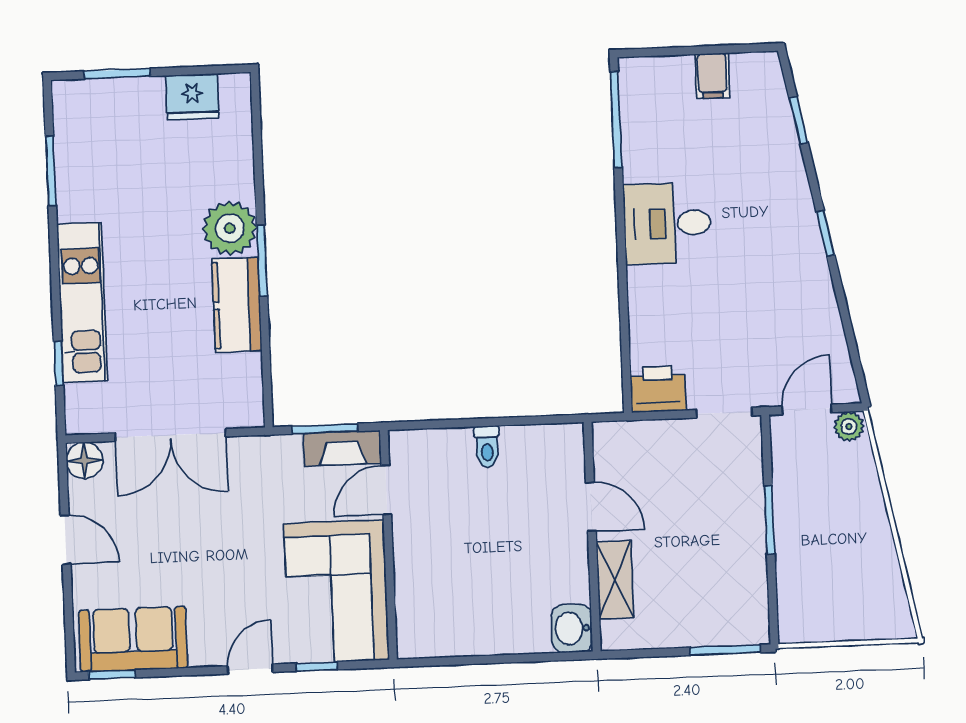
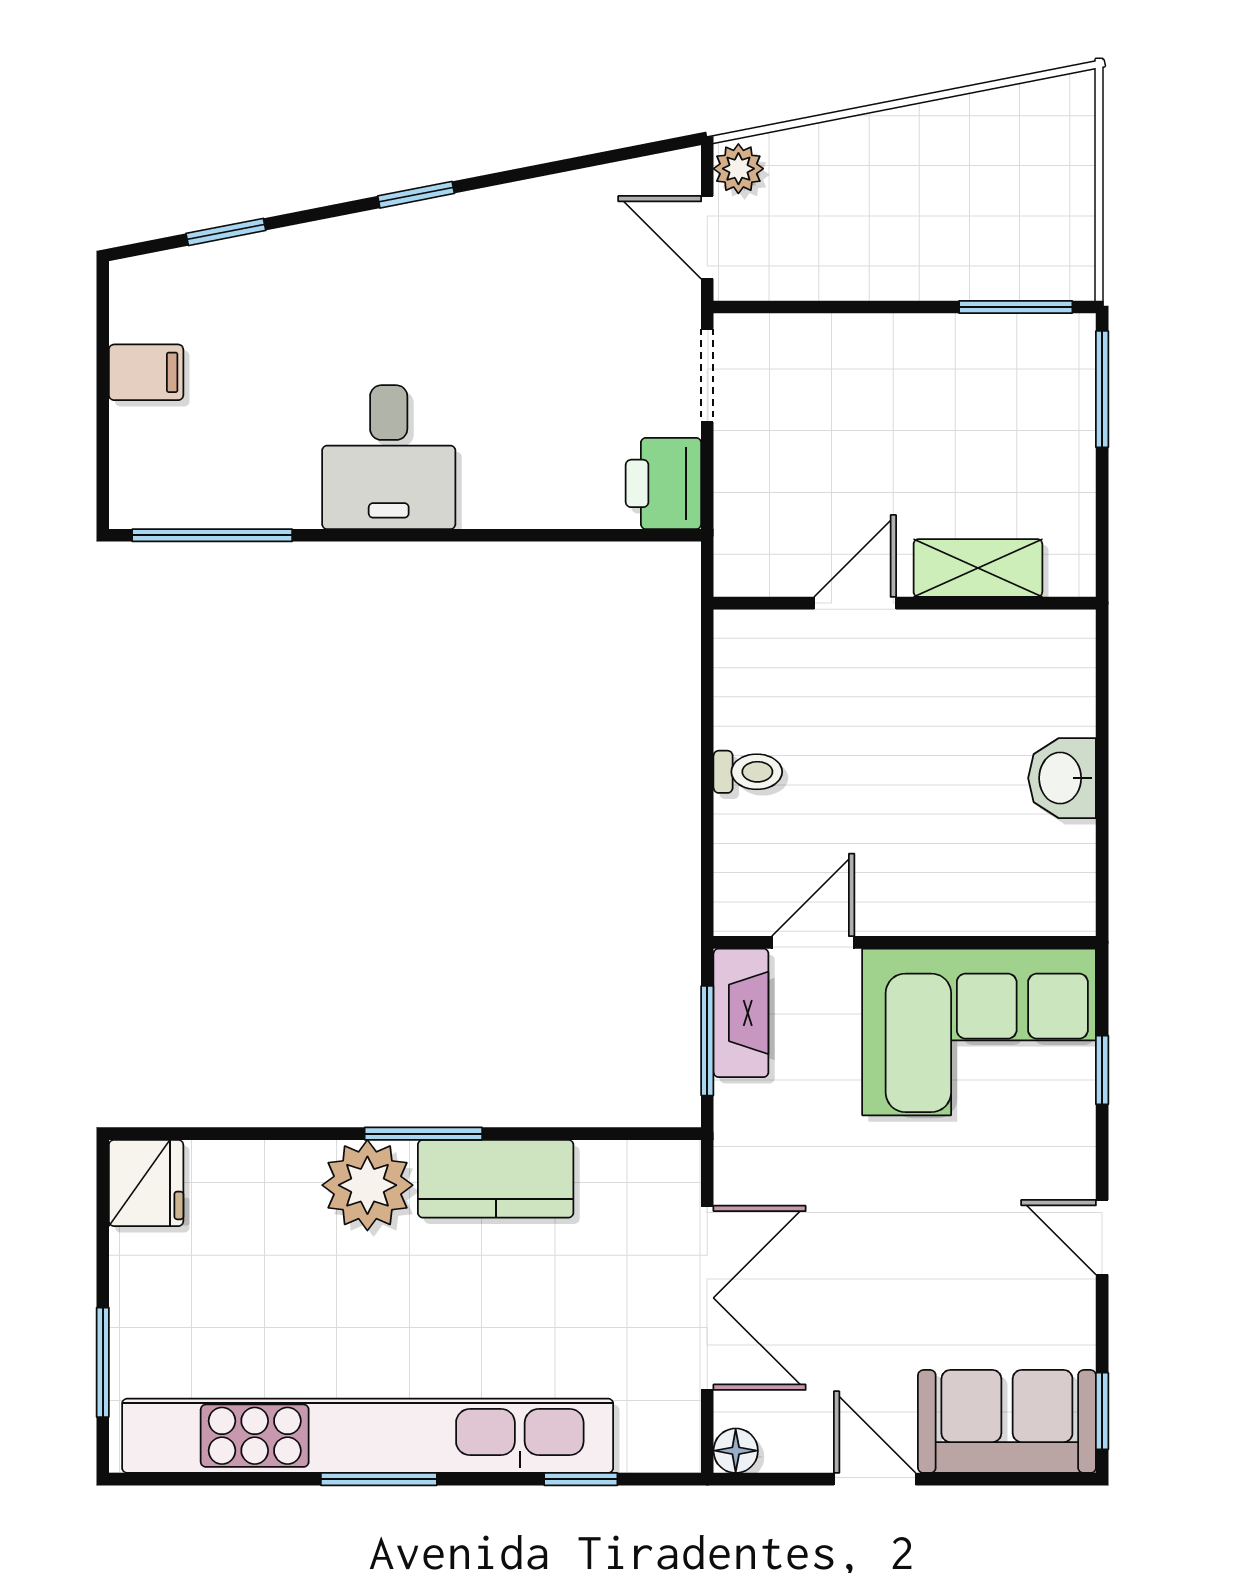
fridge: (192, 97) -> (146, 1183), moved
window: (51, 171) -> (379, 1479), moved
kitchen unit: (82, 302) -> (368, 1436), width x1.86
floor lamp: (84, 460) -> (736, 1451), width x0.73, depth x0.73
door: (386, 490) -> (813, 942), swing flipped
window: (769, 520) -> (1016, 307), moved
door: (66, 540) -> (875, 1479), hinge flipped
washbasin: (572, 628) -> (1062, 778), moved, turned 90
sofa: (133, 639) -> (1007, 1421), moved, turned 90
door: (250, 669) -> (1102, 1237), moved

